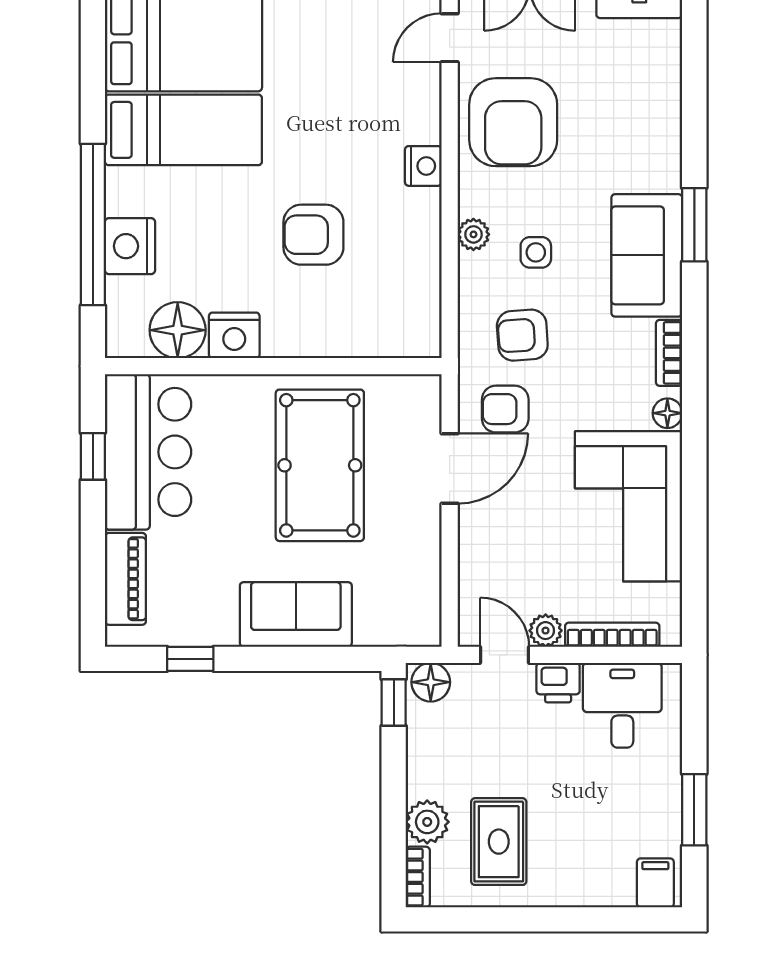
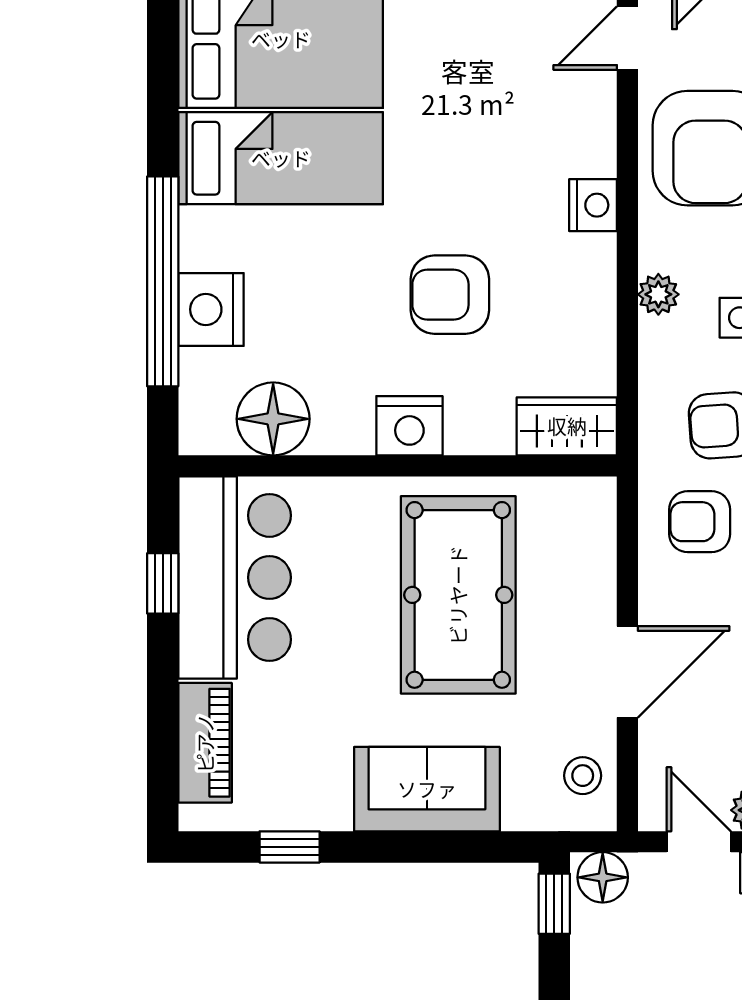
nightstand: (234, 335) -> (409, 426), moved
wardrobe: (403, 336) -> (567, 426), added
door: (450, 468) -> (627, 672), moved
stool: (415, 604) -> (583, 776), added

